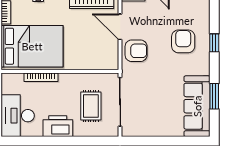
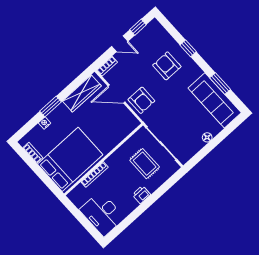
armchair: (136, 51) -> (141, 100), turned 90
printer: (58, 126) -> (141, 195), width x0.53, depth x0.68
floor lamp: (163, 131) -> (207, 137), added

